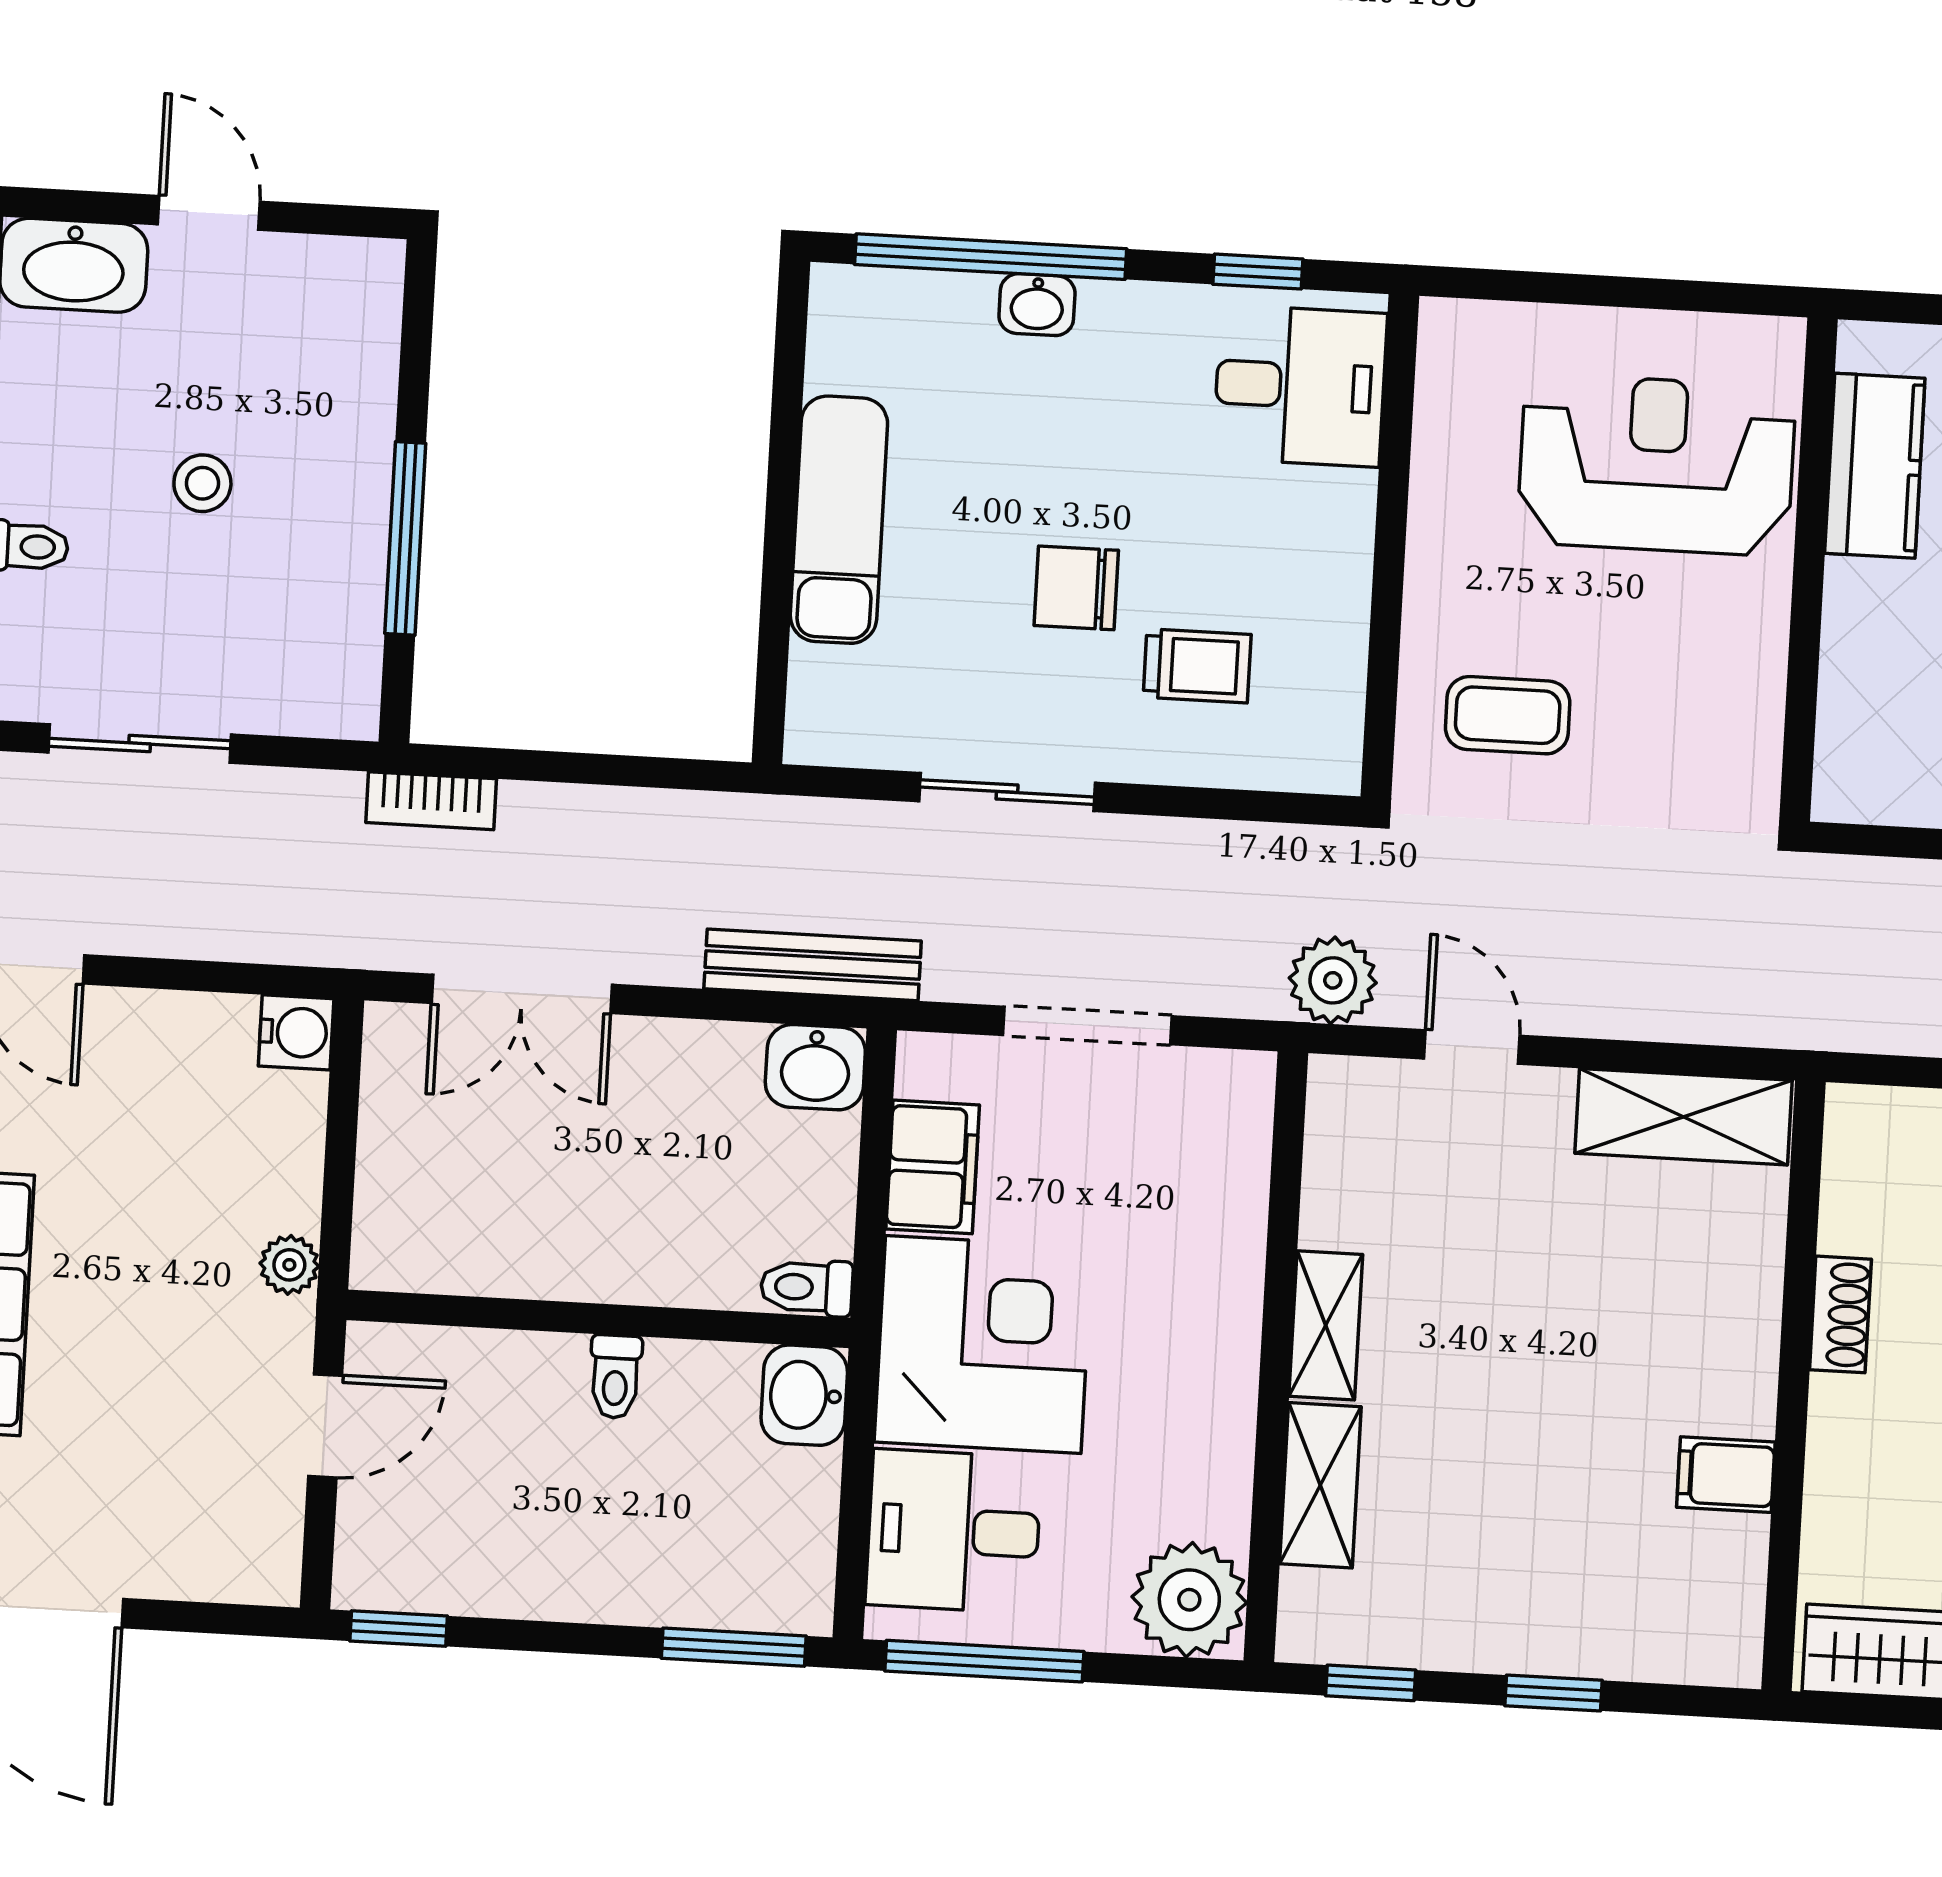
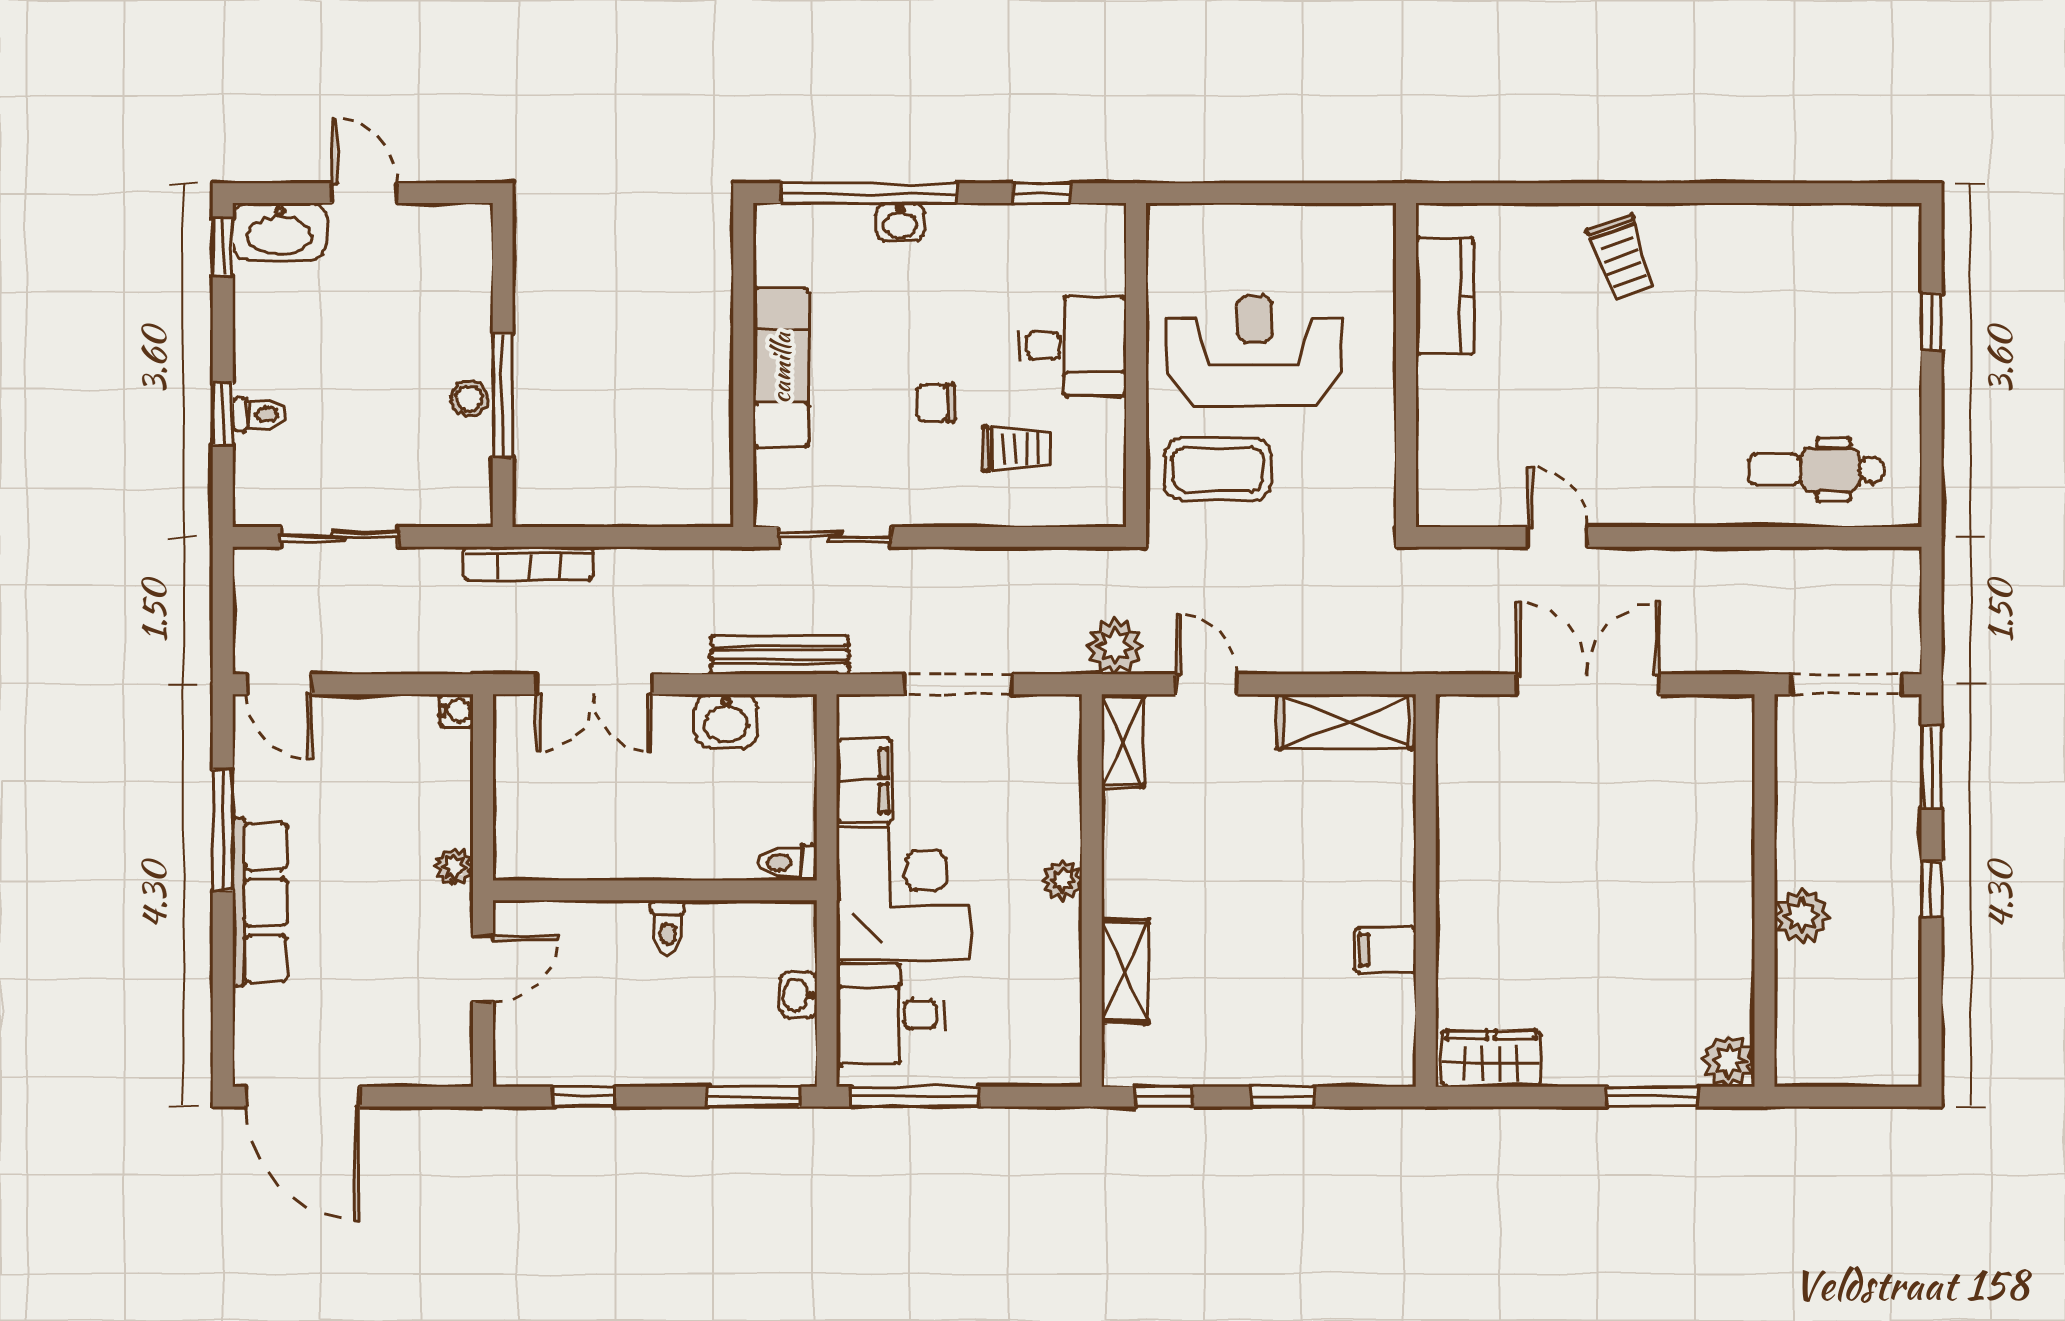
desk: (1300, 386) -> (1072, 346), moved
reception desk: (1656, 465) -> (1254, 351), moved
stool: (202, 483) -> (469, 398), moved
chair: (1076, 588) -> (936, 403), width x0.73, depth x0.73
coffee table: (1508, 715) -> (1218, 469), width x1.36, depth x1.30
sliding door: (1007, 792) -> (835, 537), moved
bookcase: (431, 801) -> (529, 563), width x1.56
water cooler: (296, 1032) -> (456, 711), width x0.72, depth x0.72
washbasin: (815, 1067) -> (726, 721), moved
shoe rack: (1840, 1314) -> (1453, 843), removed
shelving: (1326, 1325) -> (1123, 741), moved
washbasin: (804, 1395) -> (798, 995), moved, width x0.72, depth x0.69
plant: (1189, 1600) -> (1062, 880), moved, width x0.53, depth x0.53
window: (399, 1628) -> (584, 1097), moved

